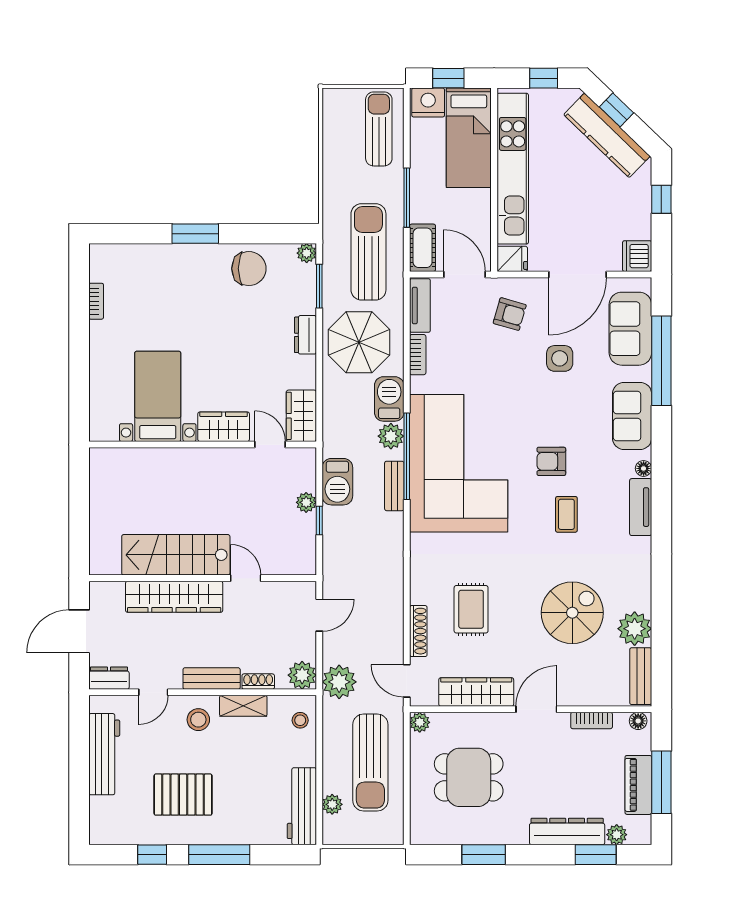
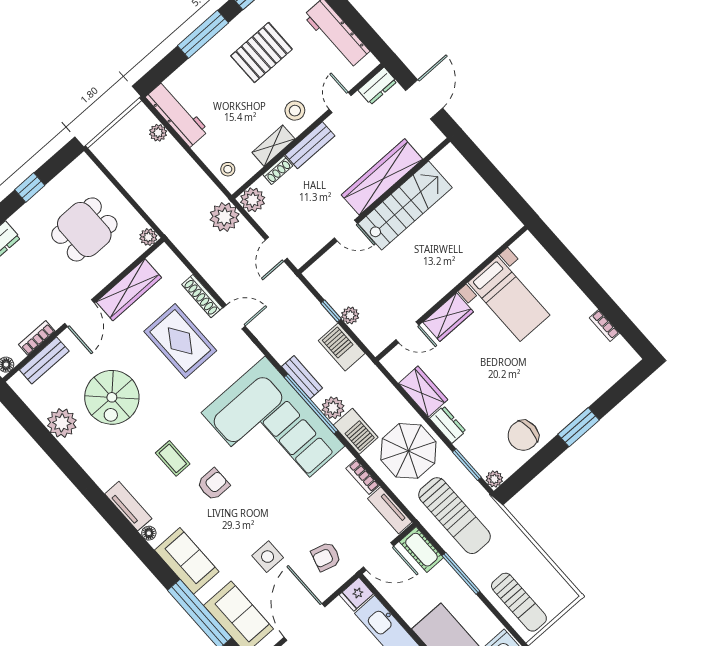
wardrobe: (301, 416) -> (423, 392), moved
rug: (471, 609) -> (180, 341), width x1.36, depth x1.43
bench: (641, 676) -> (44, 360), moved, turned 90
door: (407, 681) -> (234, 317), moved
sun lounger: (370, 763) -> (157, 182), removed
window: (484, 855) -> (30, 188), width x0.67

